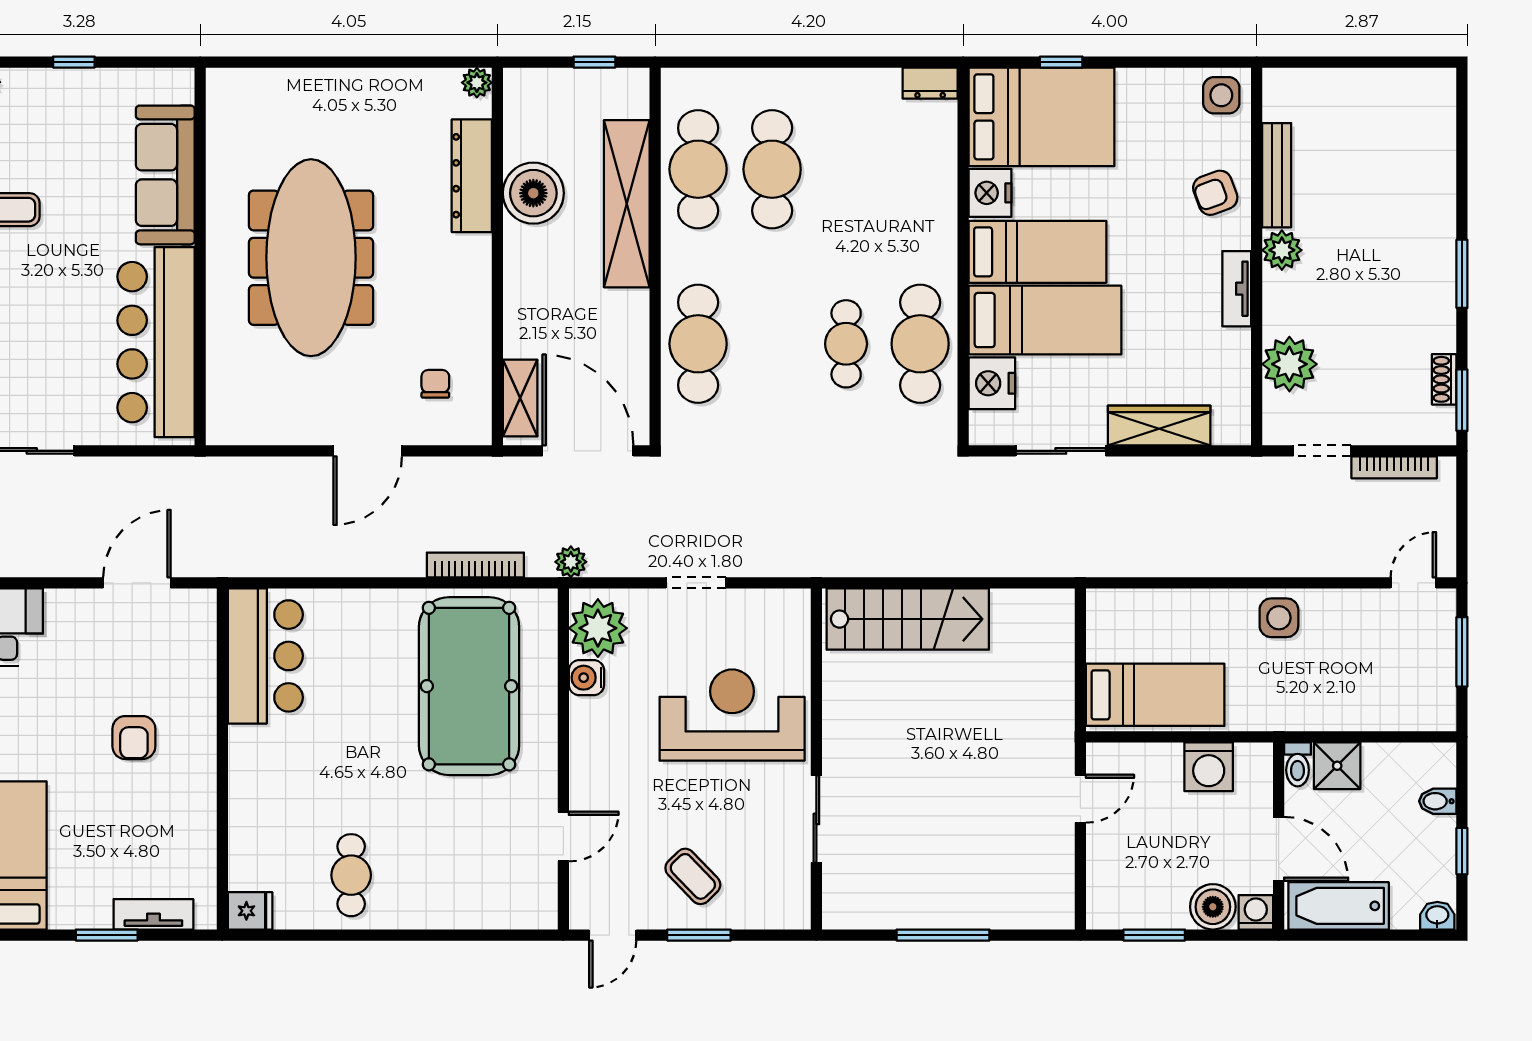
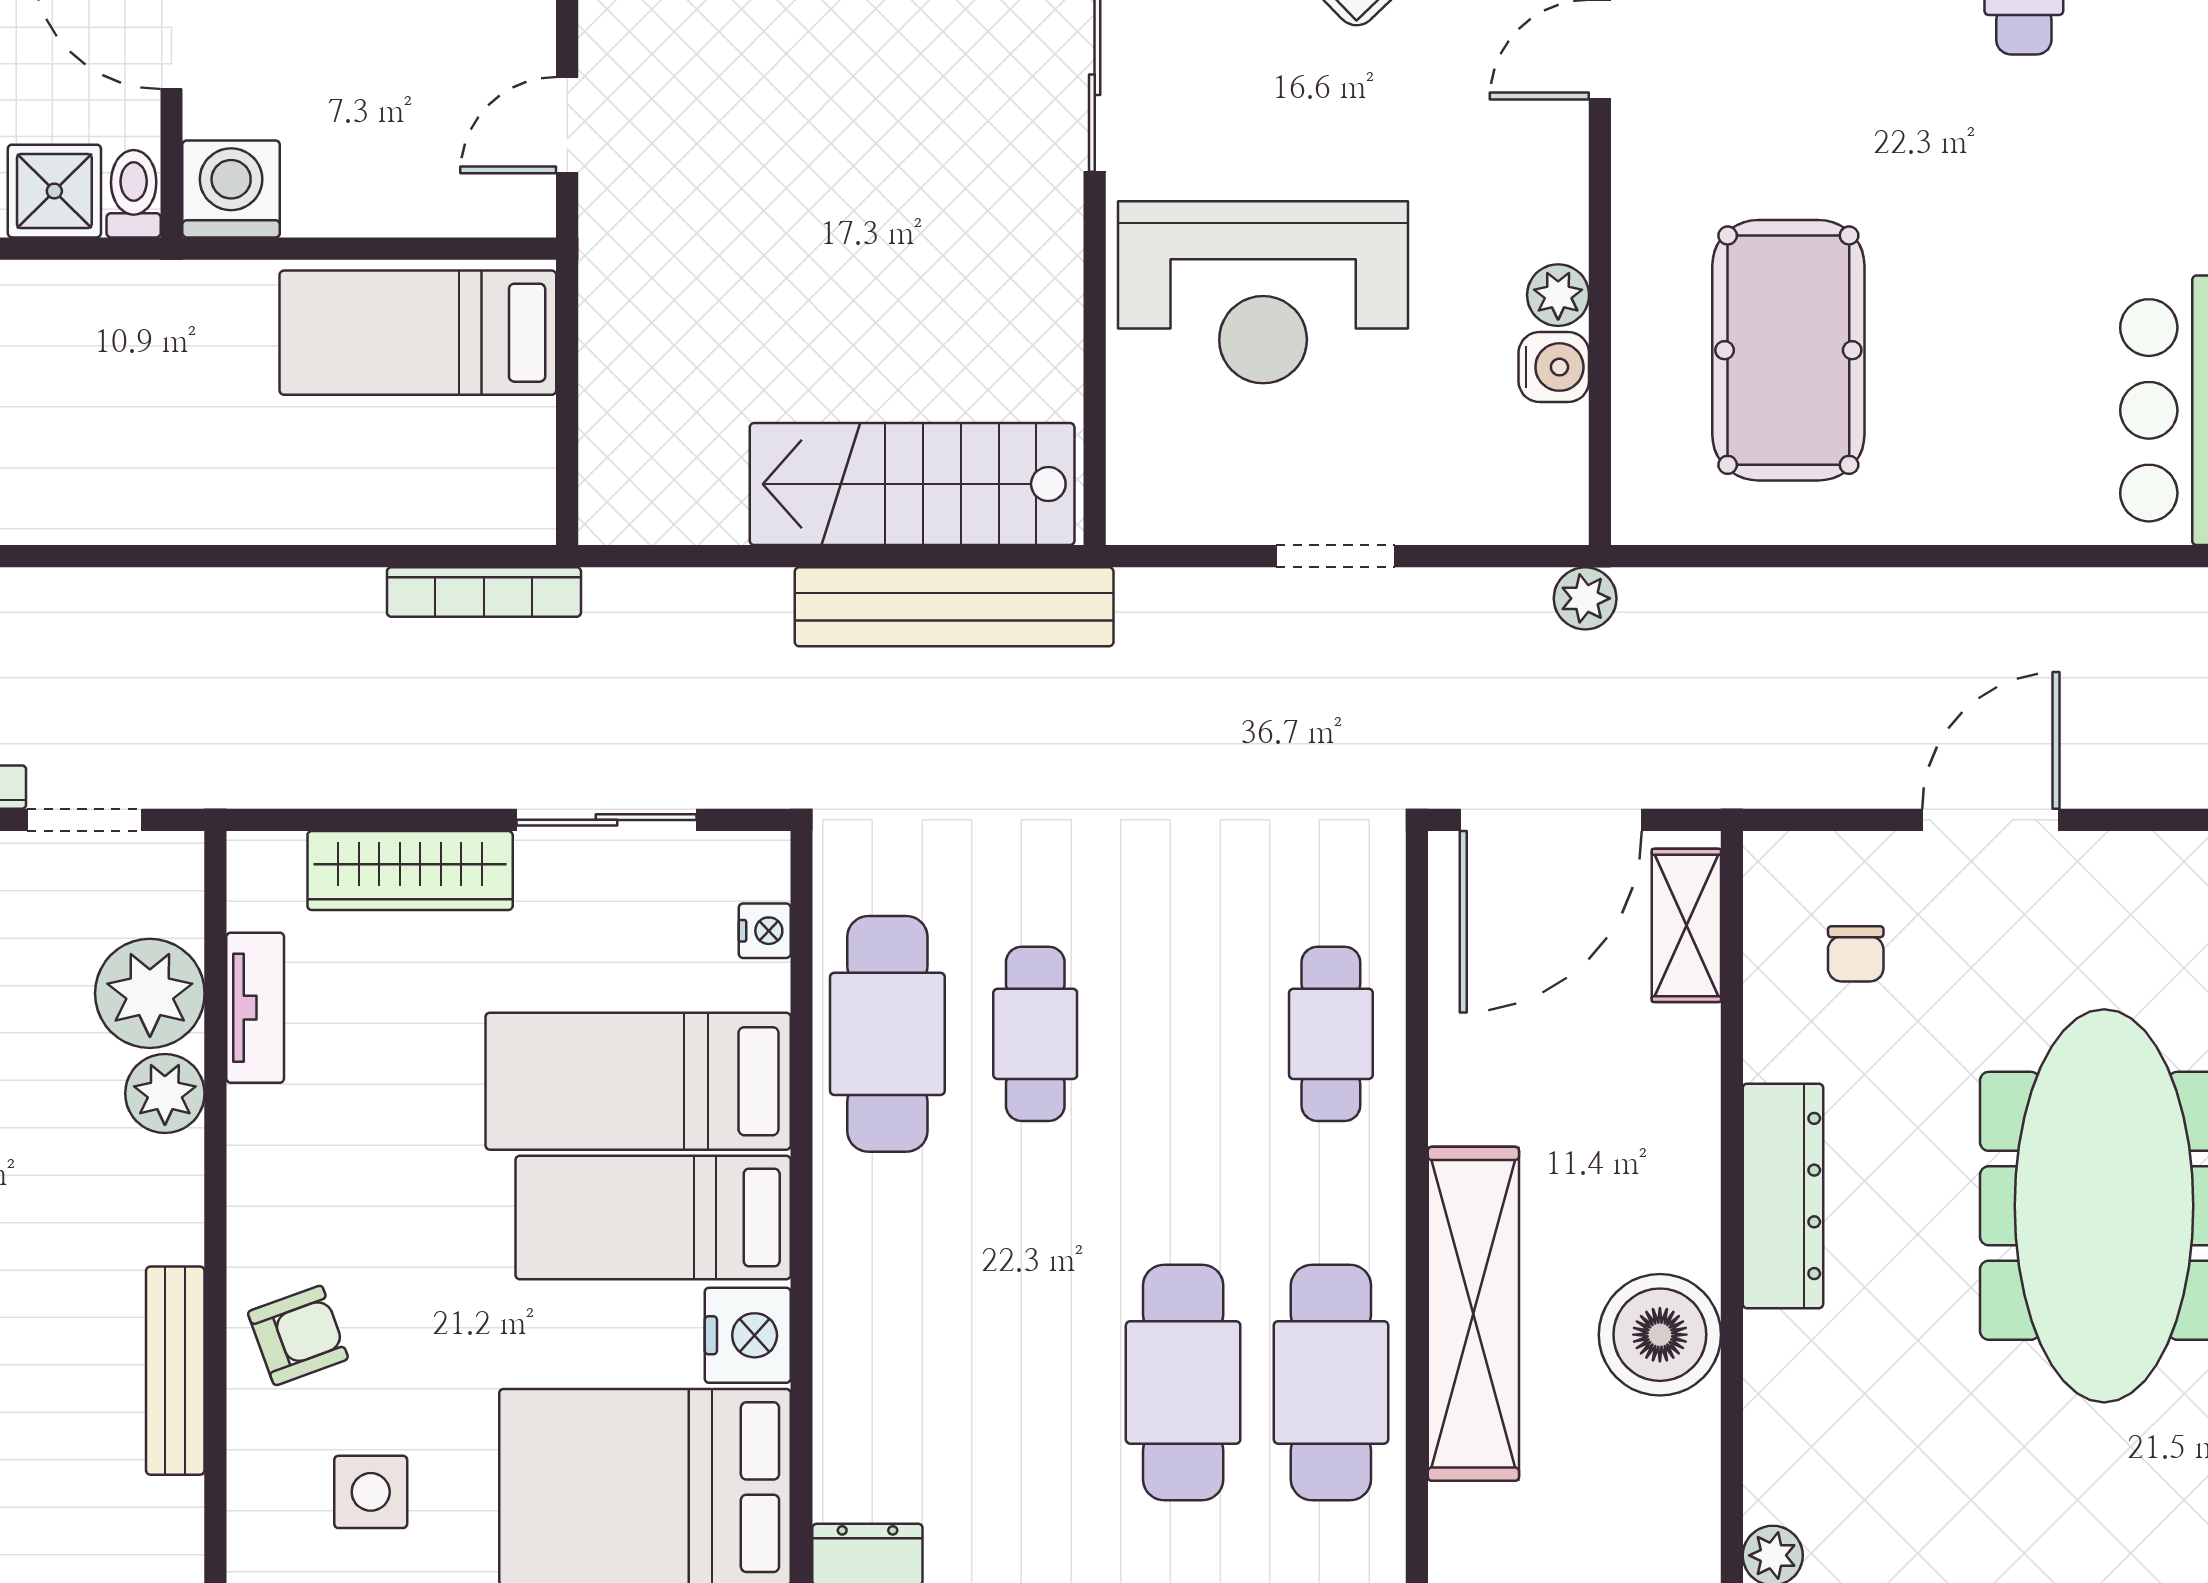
side table: (1221, 95) -> (371, 1492), moved
dresser: (472, 176) -> (1783, 1196), moved
plant: (1282, 250) -> (165, 1094), moved
tv unit: (1237, 289) -> (255, 1008), moved
cafe table: (698, 344) -> (1331, 1034), width x0.73, depth x0.74
nightstand: (992, 383) -> (765, 931), width x0.53, depth x0.56
door: (588, 451) -> (1551, 820), hinge flipped
bench: (887, 558) -> (954, 607), added
bookcase: (475, 565) -> (484, 592), moved
side table: (1279, 618) -> (171, 487), removed
plant: (598, 628) -> (1558, 295), moved, width x0.53, depth x0.53
pool table: (469, 686) -> (1788, 350), width x0.73, depth x0.76
washing machine: (1209, 767) -> (231, 189), moved

